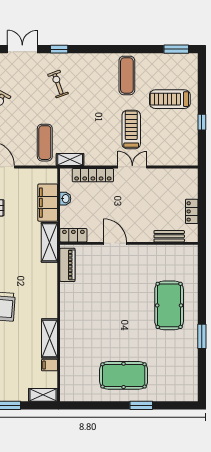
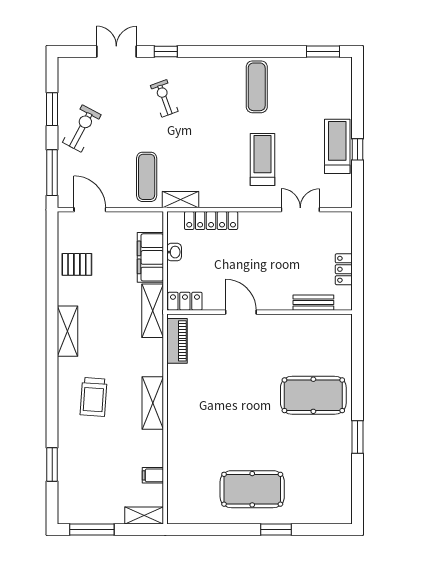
treadmill: (170, 99) -> (337, 146), moved, turned 90
double door: (132, 167) -> (300, 210), moved
pool table: (169, 305) -> (313, 395), turned 90
shelving: (49, 338) -> (153, 403), moved

